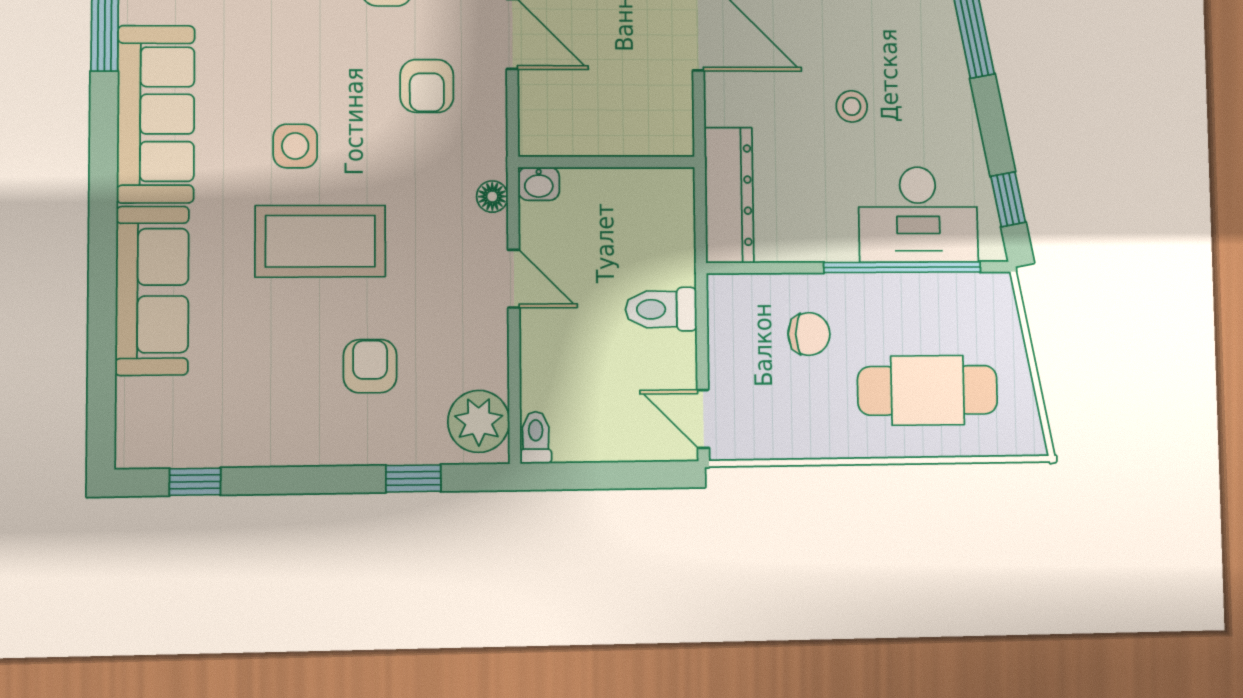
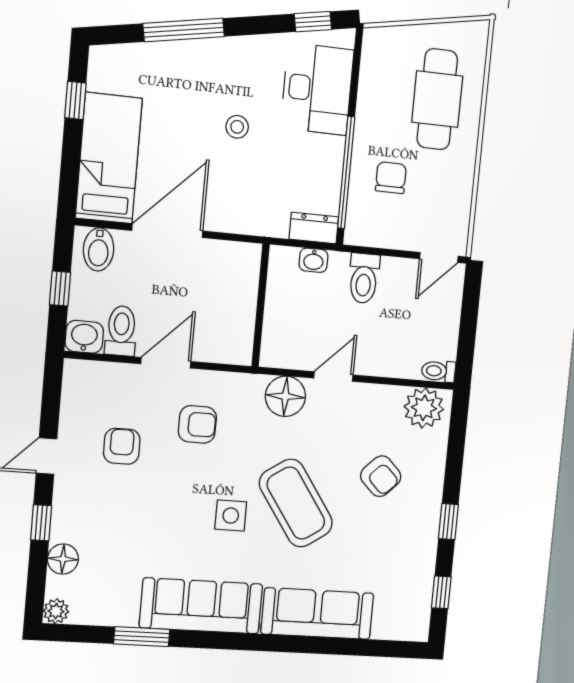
washbasin: (539, 184) -> (313, 260), moved, turned 90
dresser: (729, 195) -> (314, 228), width x0.51, depth x0.80
floor lamp: (492, 197) -> (285, 396), width x1.89, depth x1.89
coffee table: (320, 241) -> (296, 503), turned -34
window: (902, 267) -> (346, 172), moved
armchair: (370, 366) -> (381, 476), turned -135
window: (413, 478) -> (448, 522), moved

